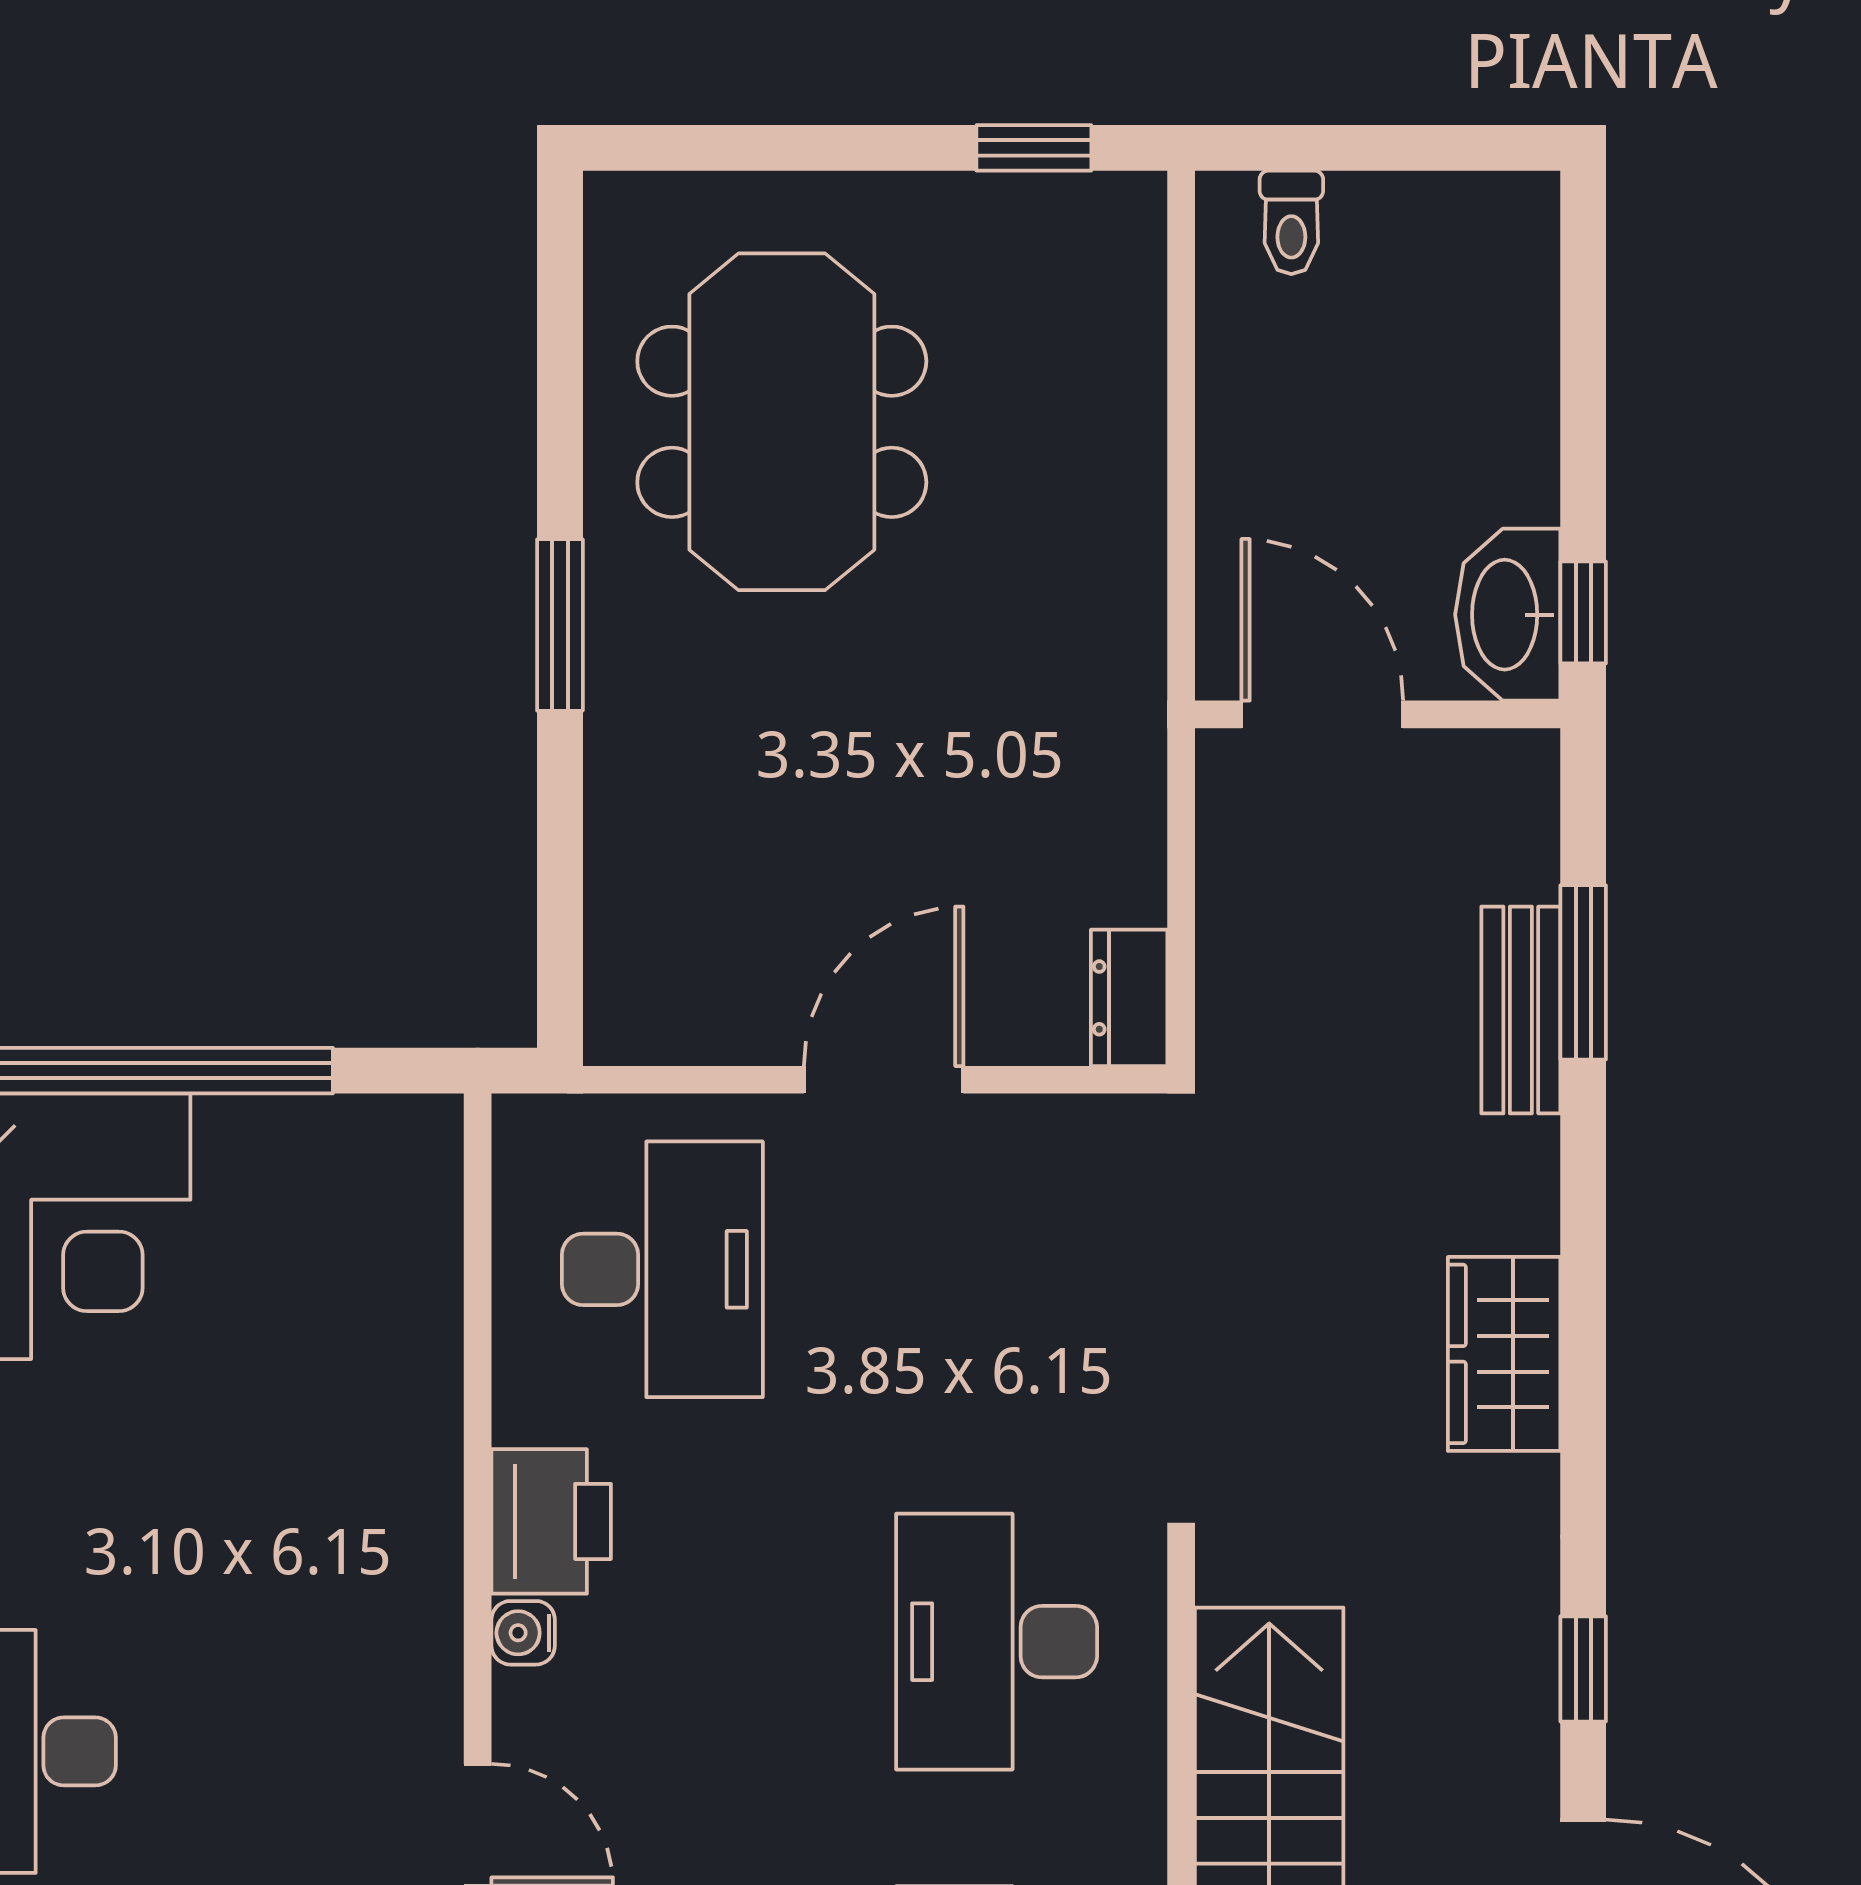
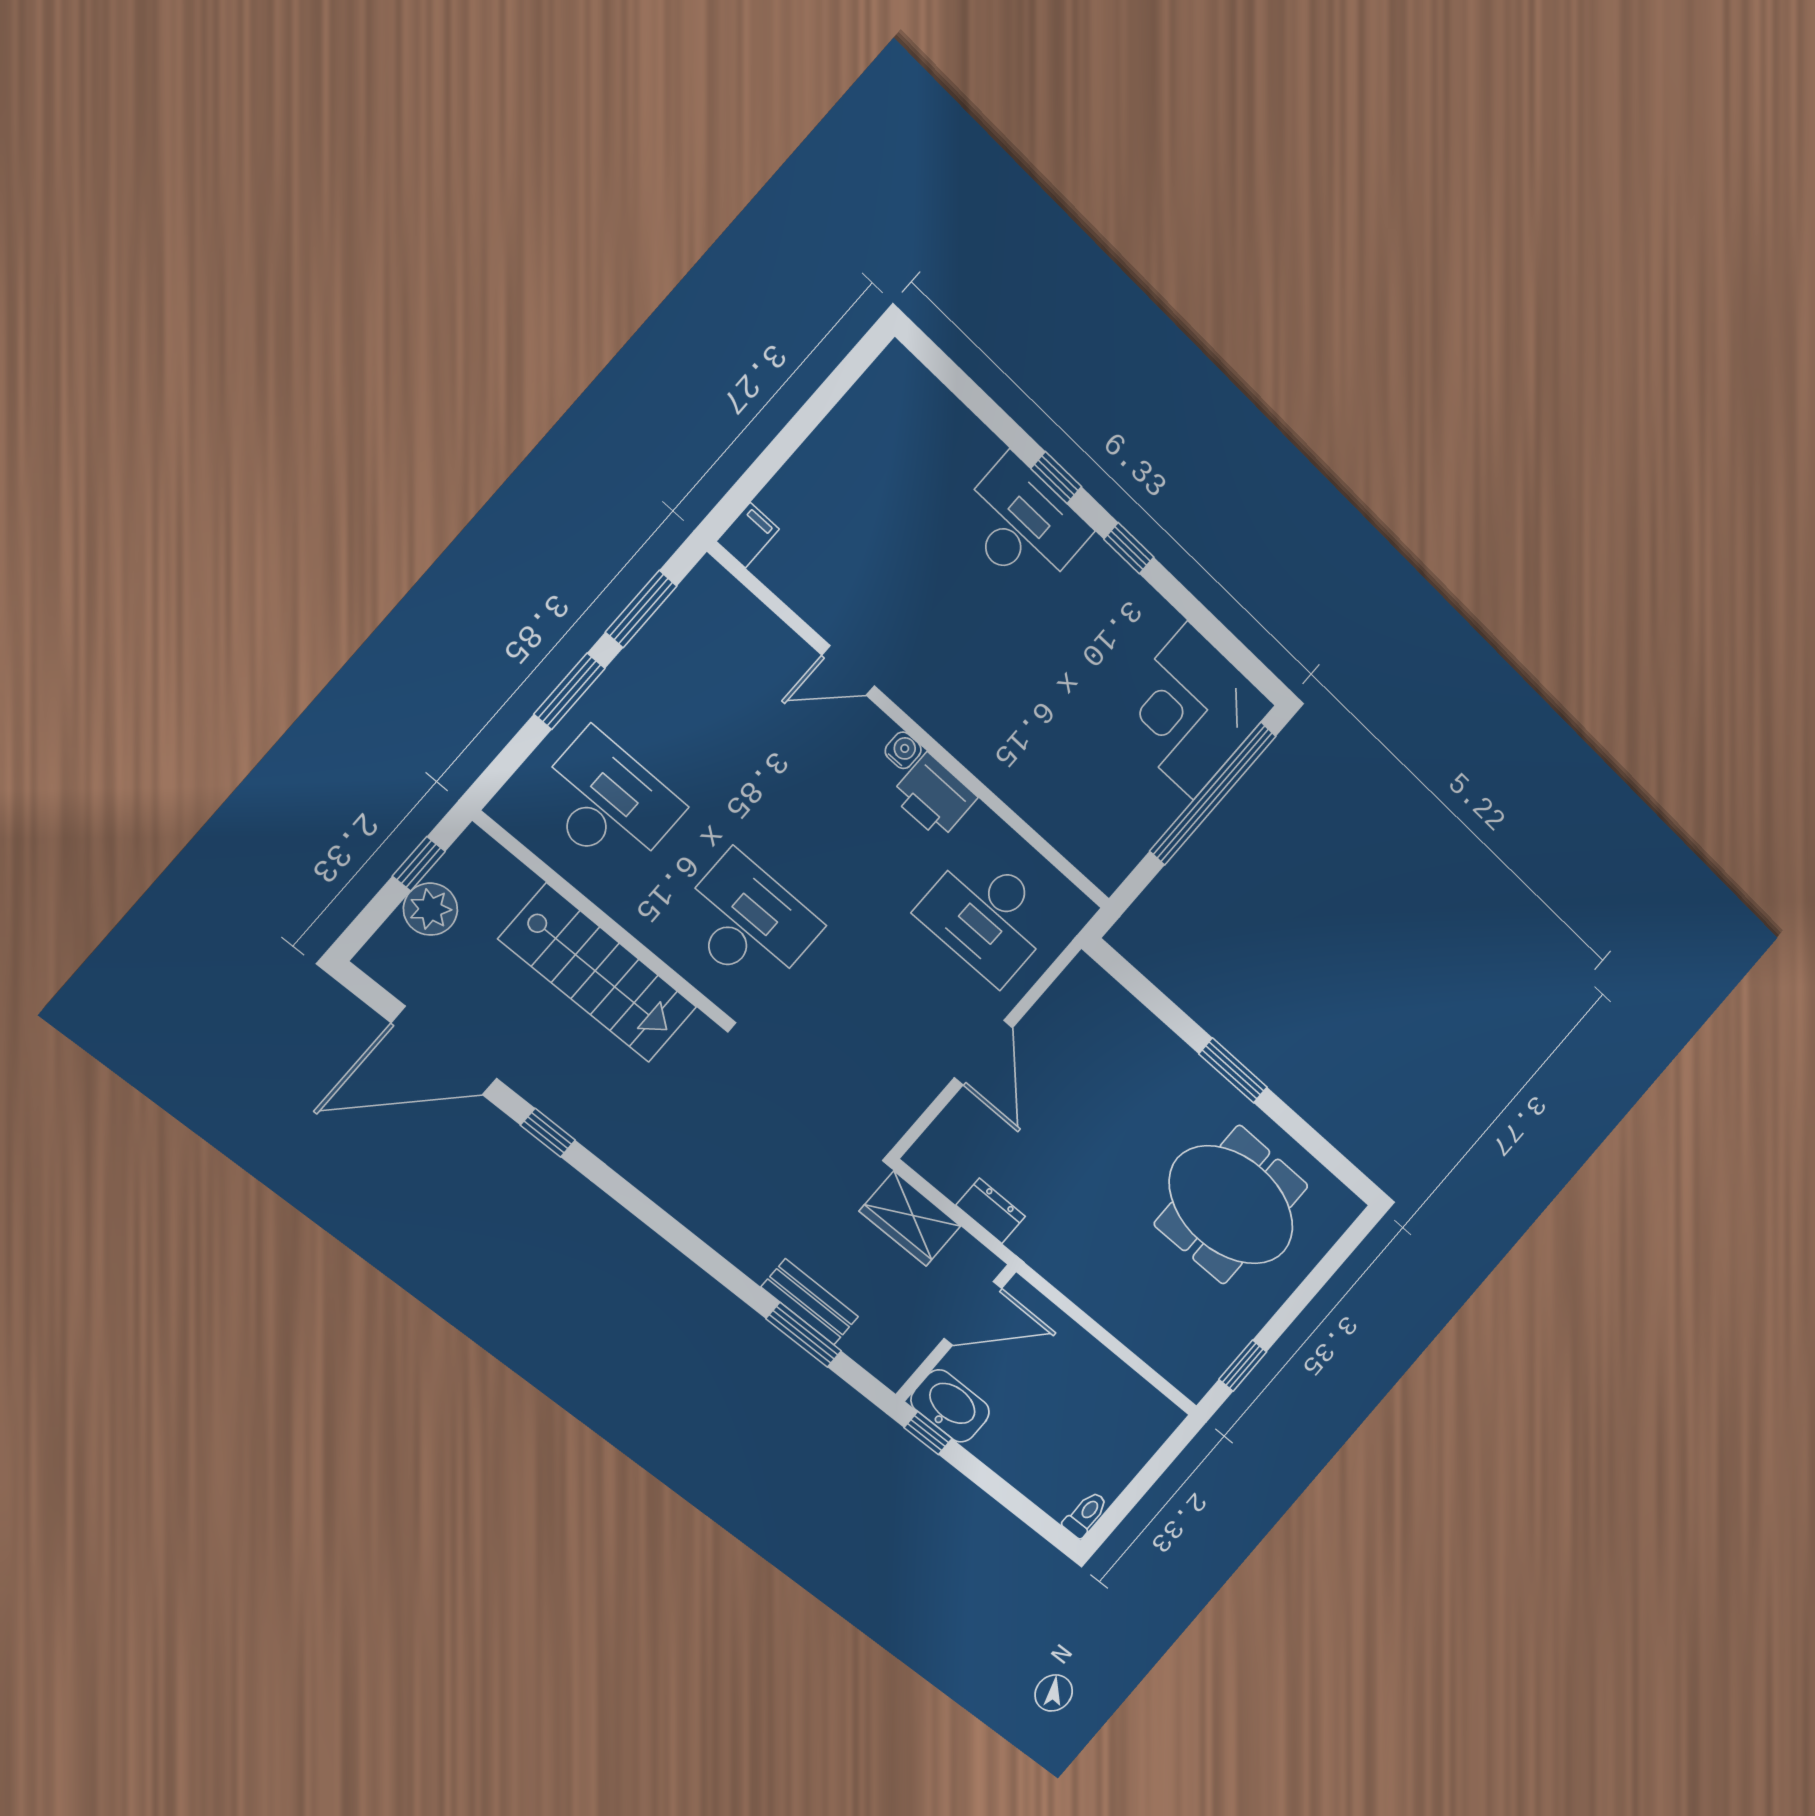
toilet: (1291, 222) -> (1086, 1514), moved, turned 90
dresser: (1129, 998) -> (991, 1211), moved
wardrobe: (1504, 1354) -> (910, 1219), moved, turned 180

